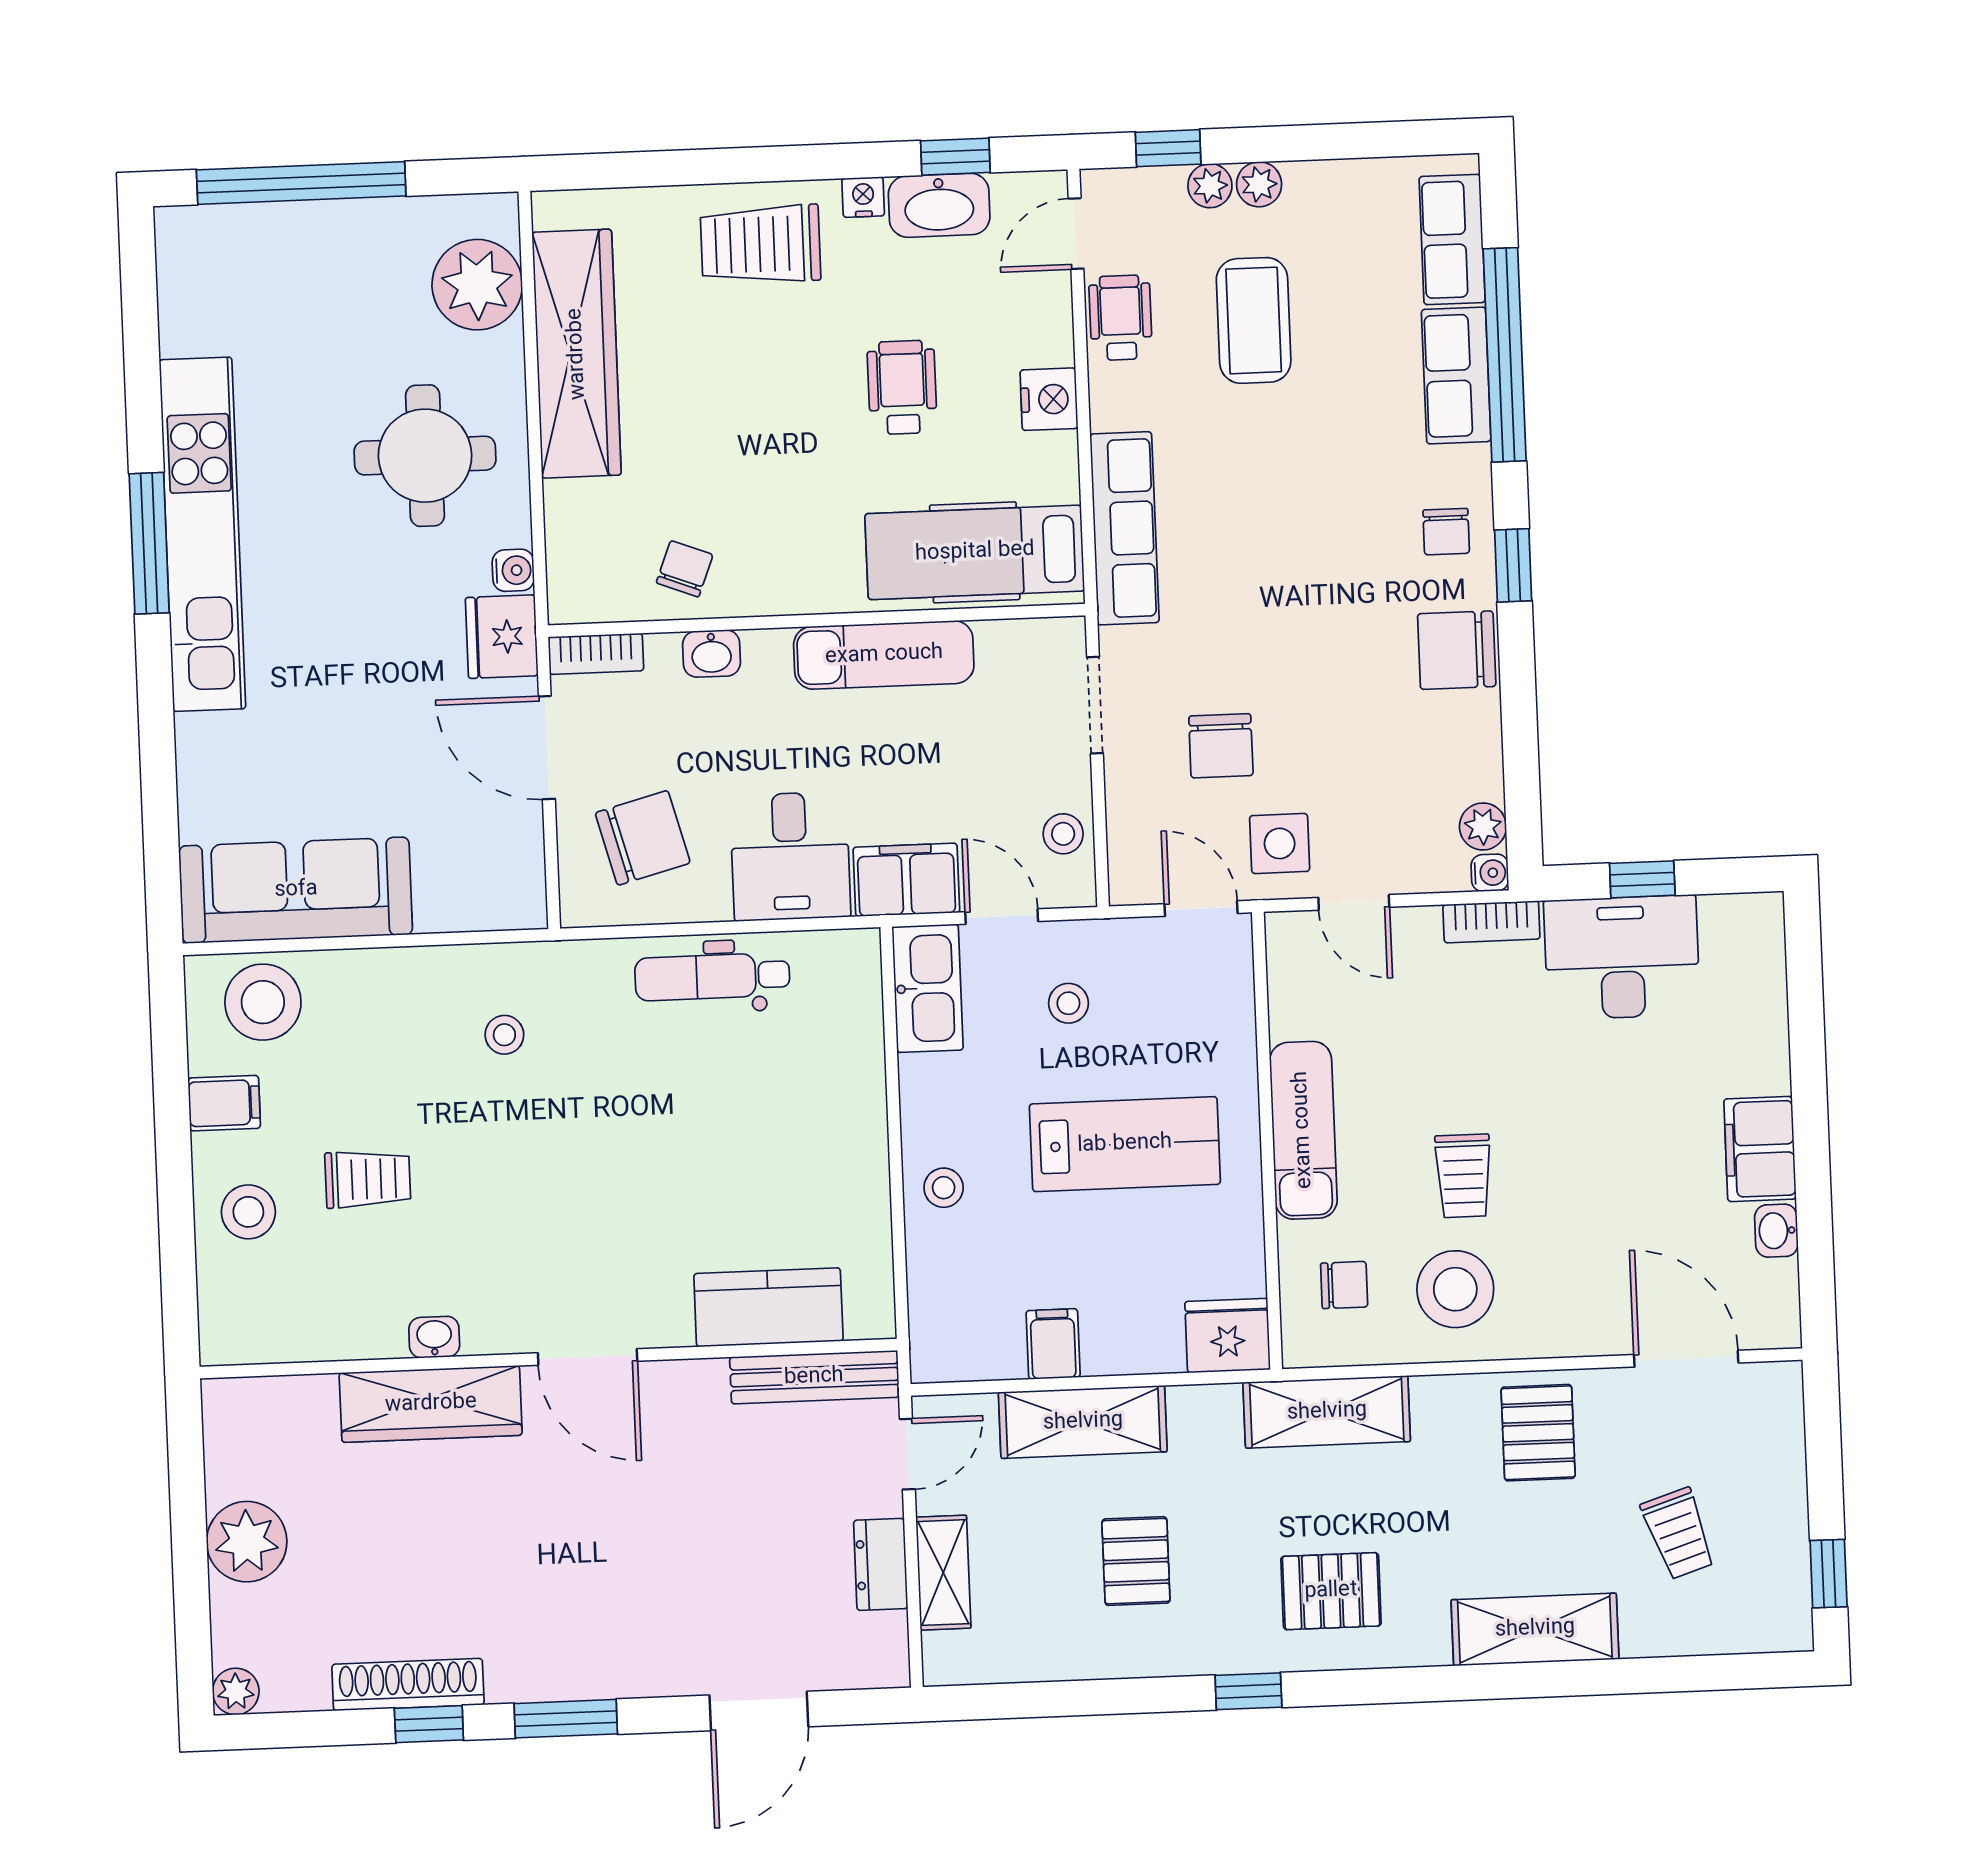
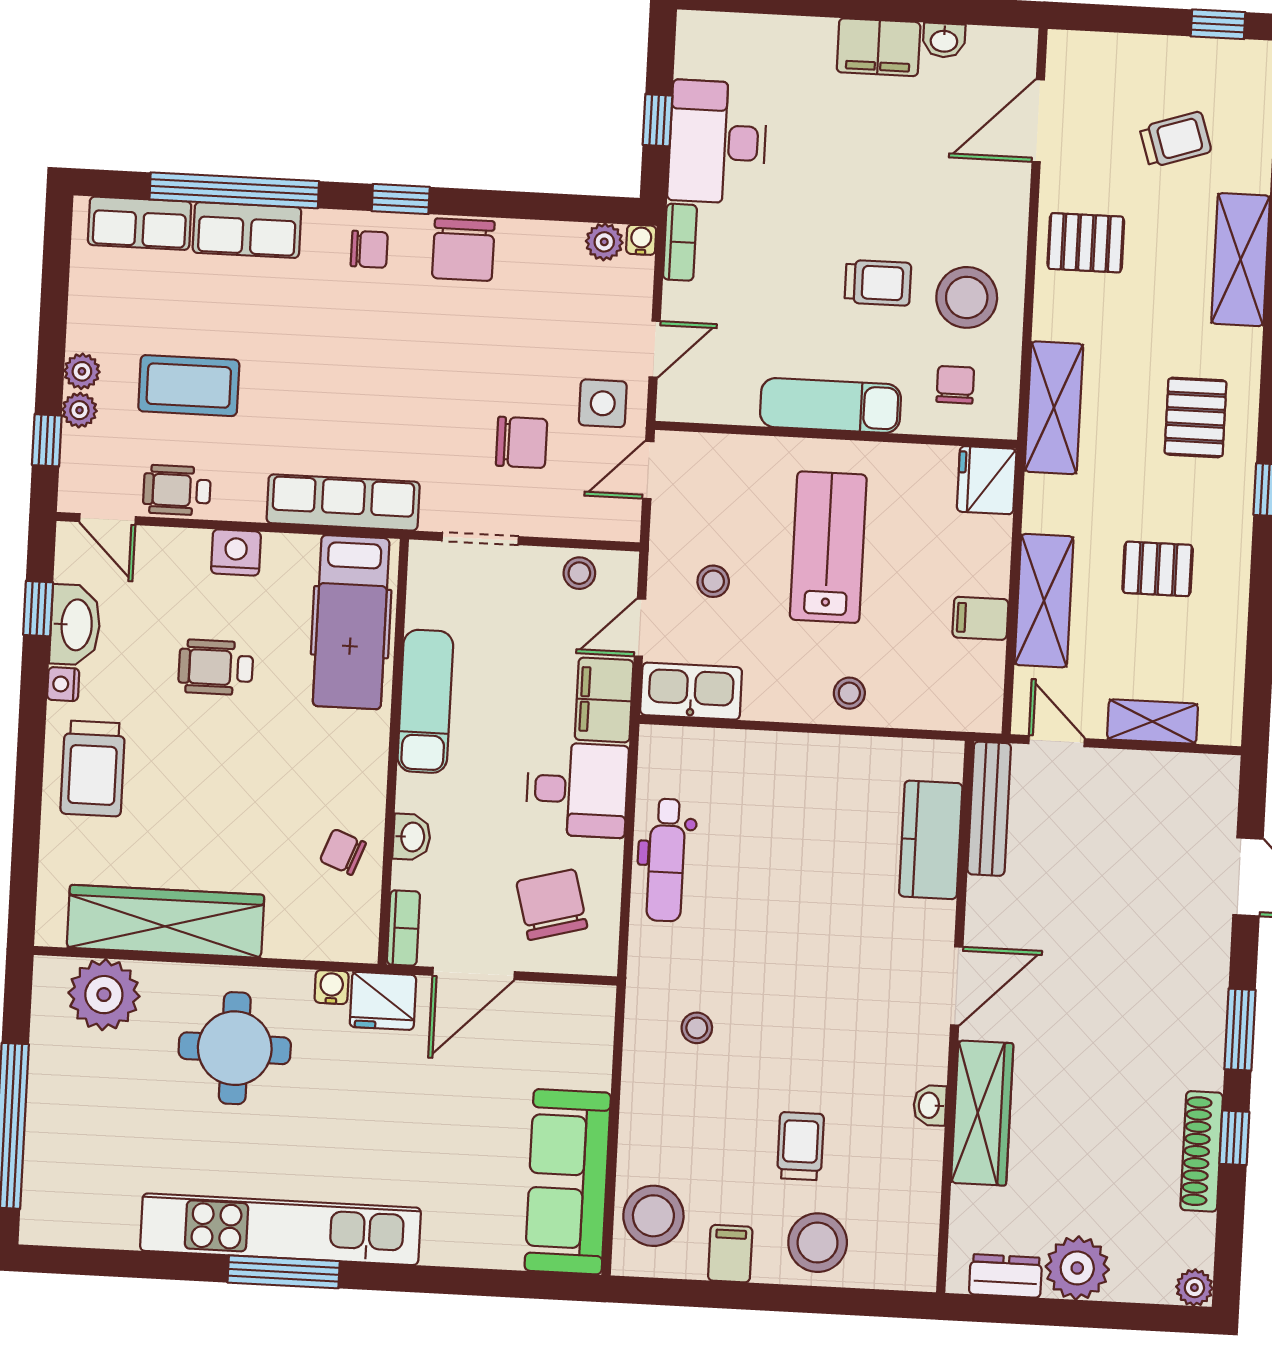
stool: (248, 1212) -> (818, 1243), width x1.38, depth x1.38
dresser: (881, 1564) -> (1006, 1276), moved, turned 180

